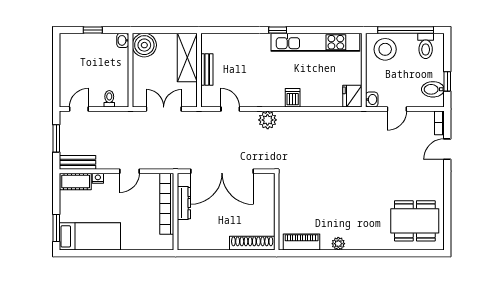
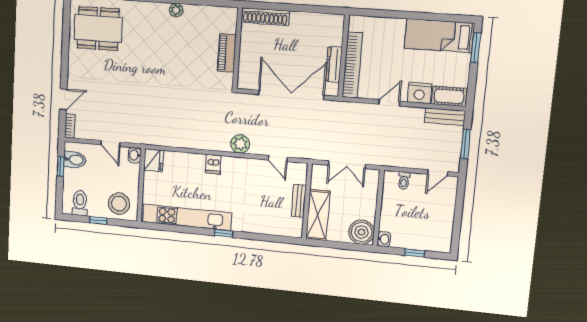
window: (406, 30) -> (98, 220), width x0.32
door: (397, 109) -> (110, 143), swing flipped
nightstand: (98, 178) -> (419, 93), width x1.89, depth x1.79
piano: (302, 242) -> (227, 53), moved, turned 90

